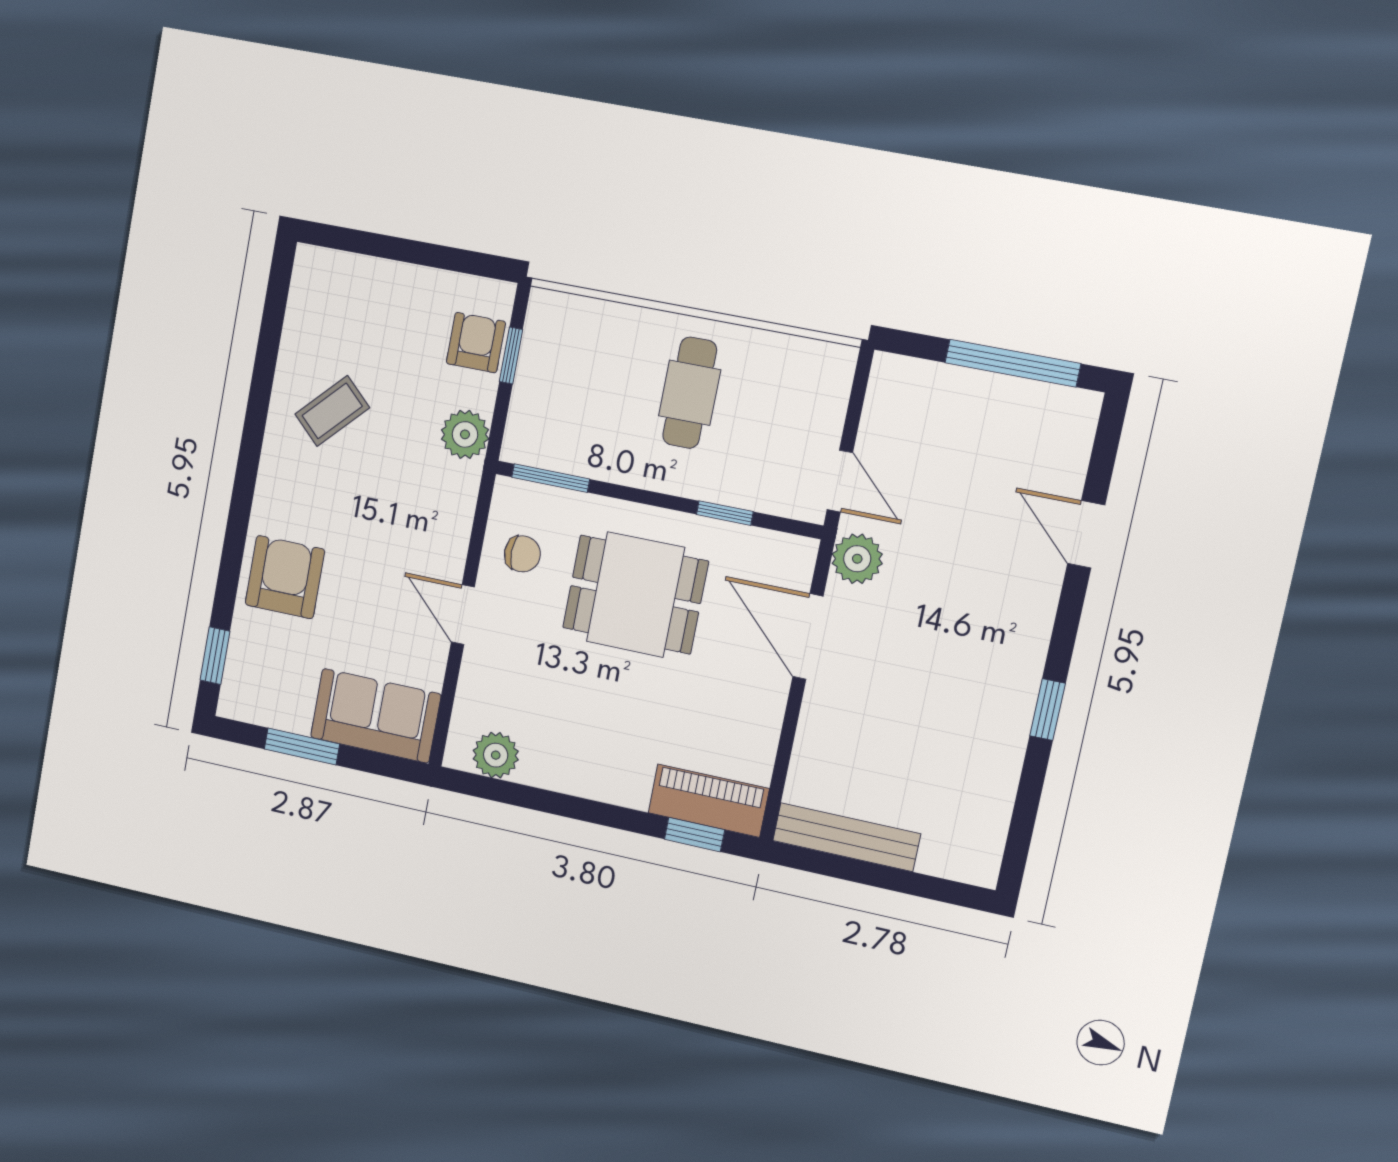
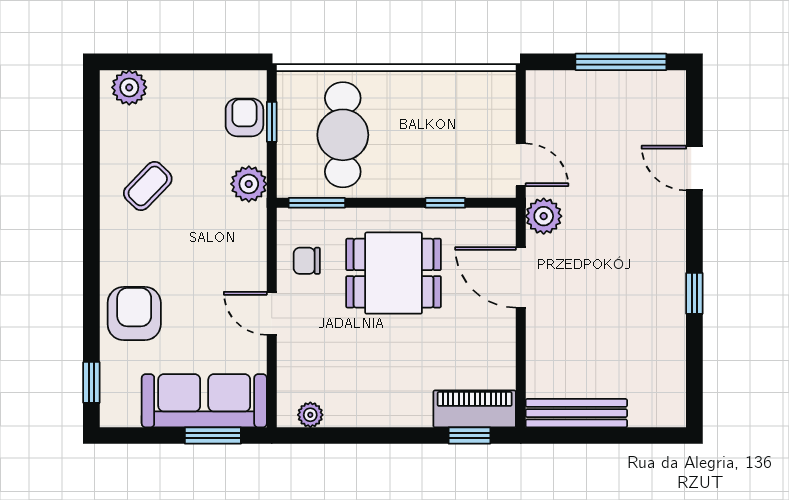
plant: (331, 273) -> (129, 87), added
cafe table: (690, 393) -> (343, 135), moved, width x1.37, depth x1.35
chair: (522, 554) -> (307, 261), turned 180
sofa: (376, 716) -> (204, 401), width x1.36
window: (302, 747) -> (213, 436), moved
plant: (496, 755) -> (310, 415), width x0.73, depth x0.73

